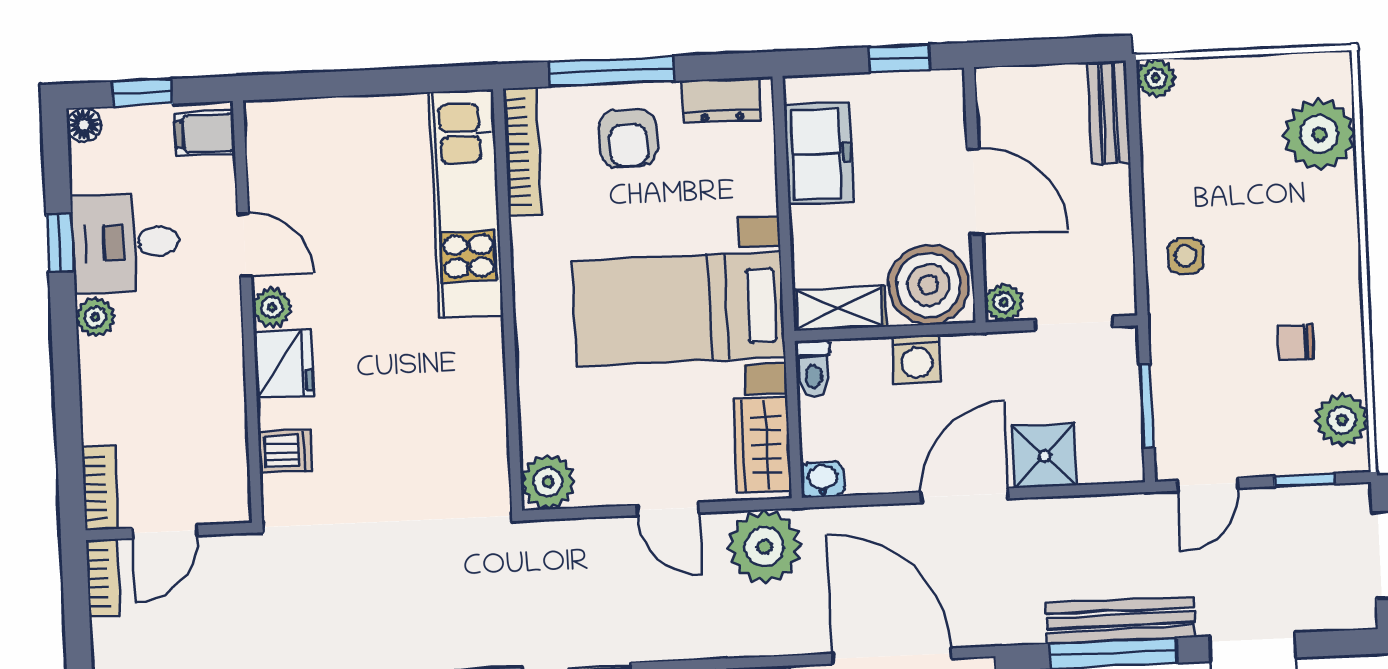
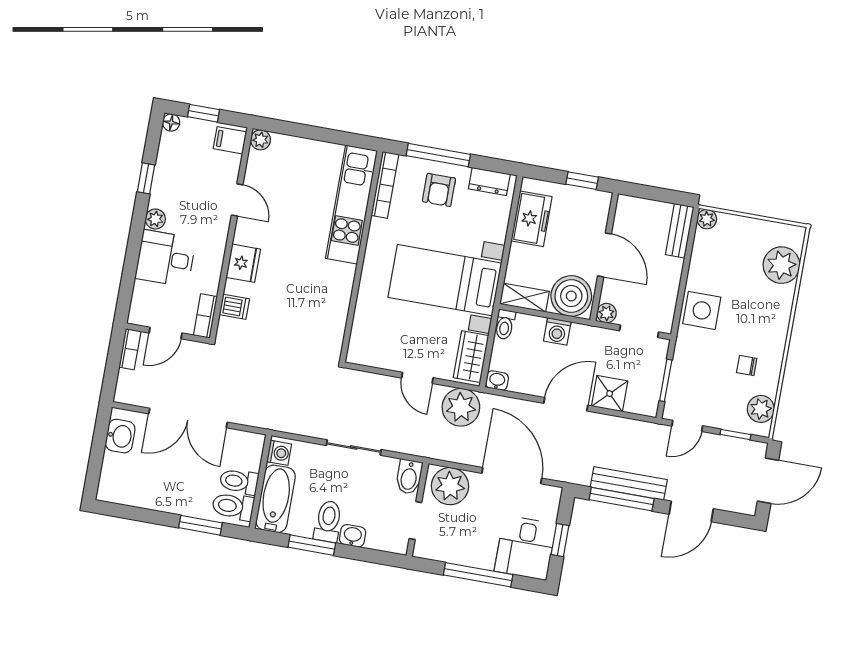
desk: (125, 243) -> (165, 258), moved
side table: (1186, 256) -> (702, 310), width x1.87, depth x1.87
plant: (272, 307) -> (261, 140), moved
plant: (548, 482) -> (361, 351), removed
bookcase: (100, 488) -> (205, 316), moved, turned 180

